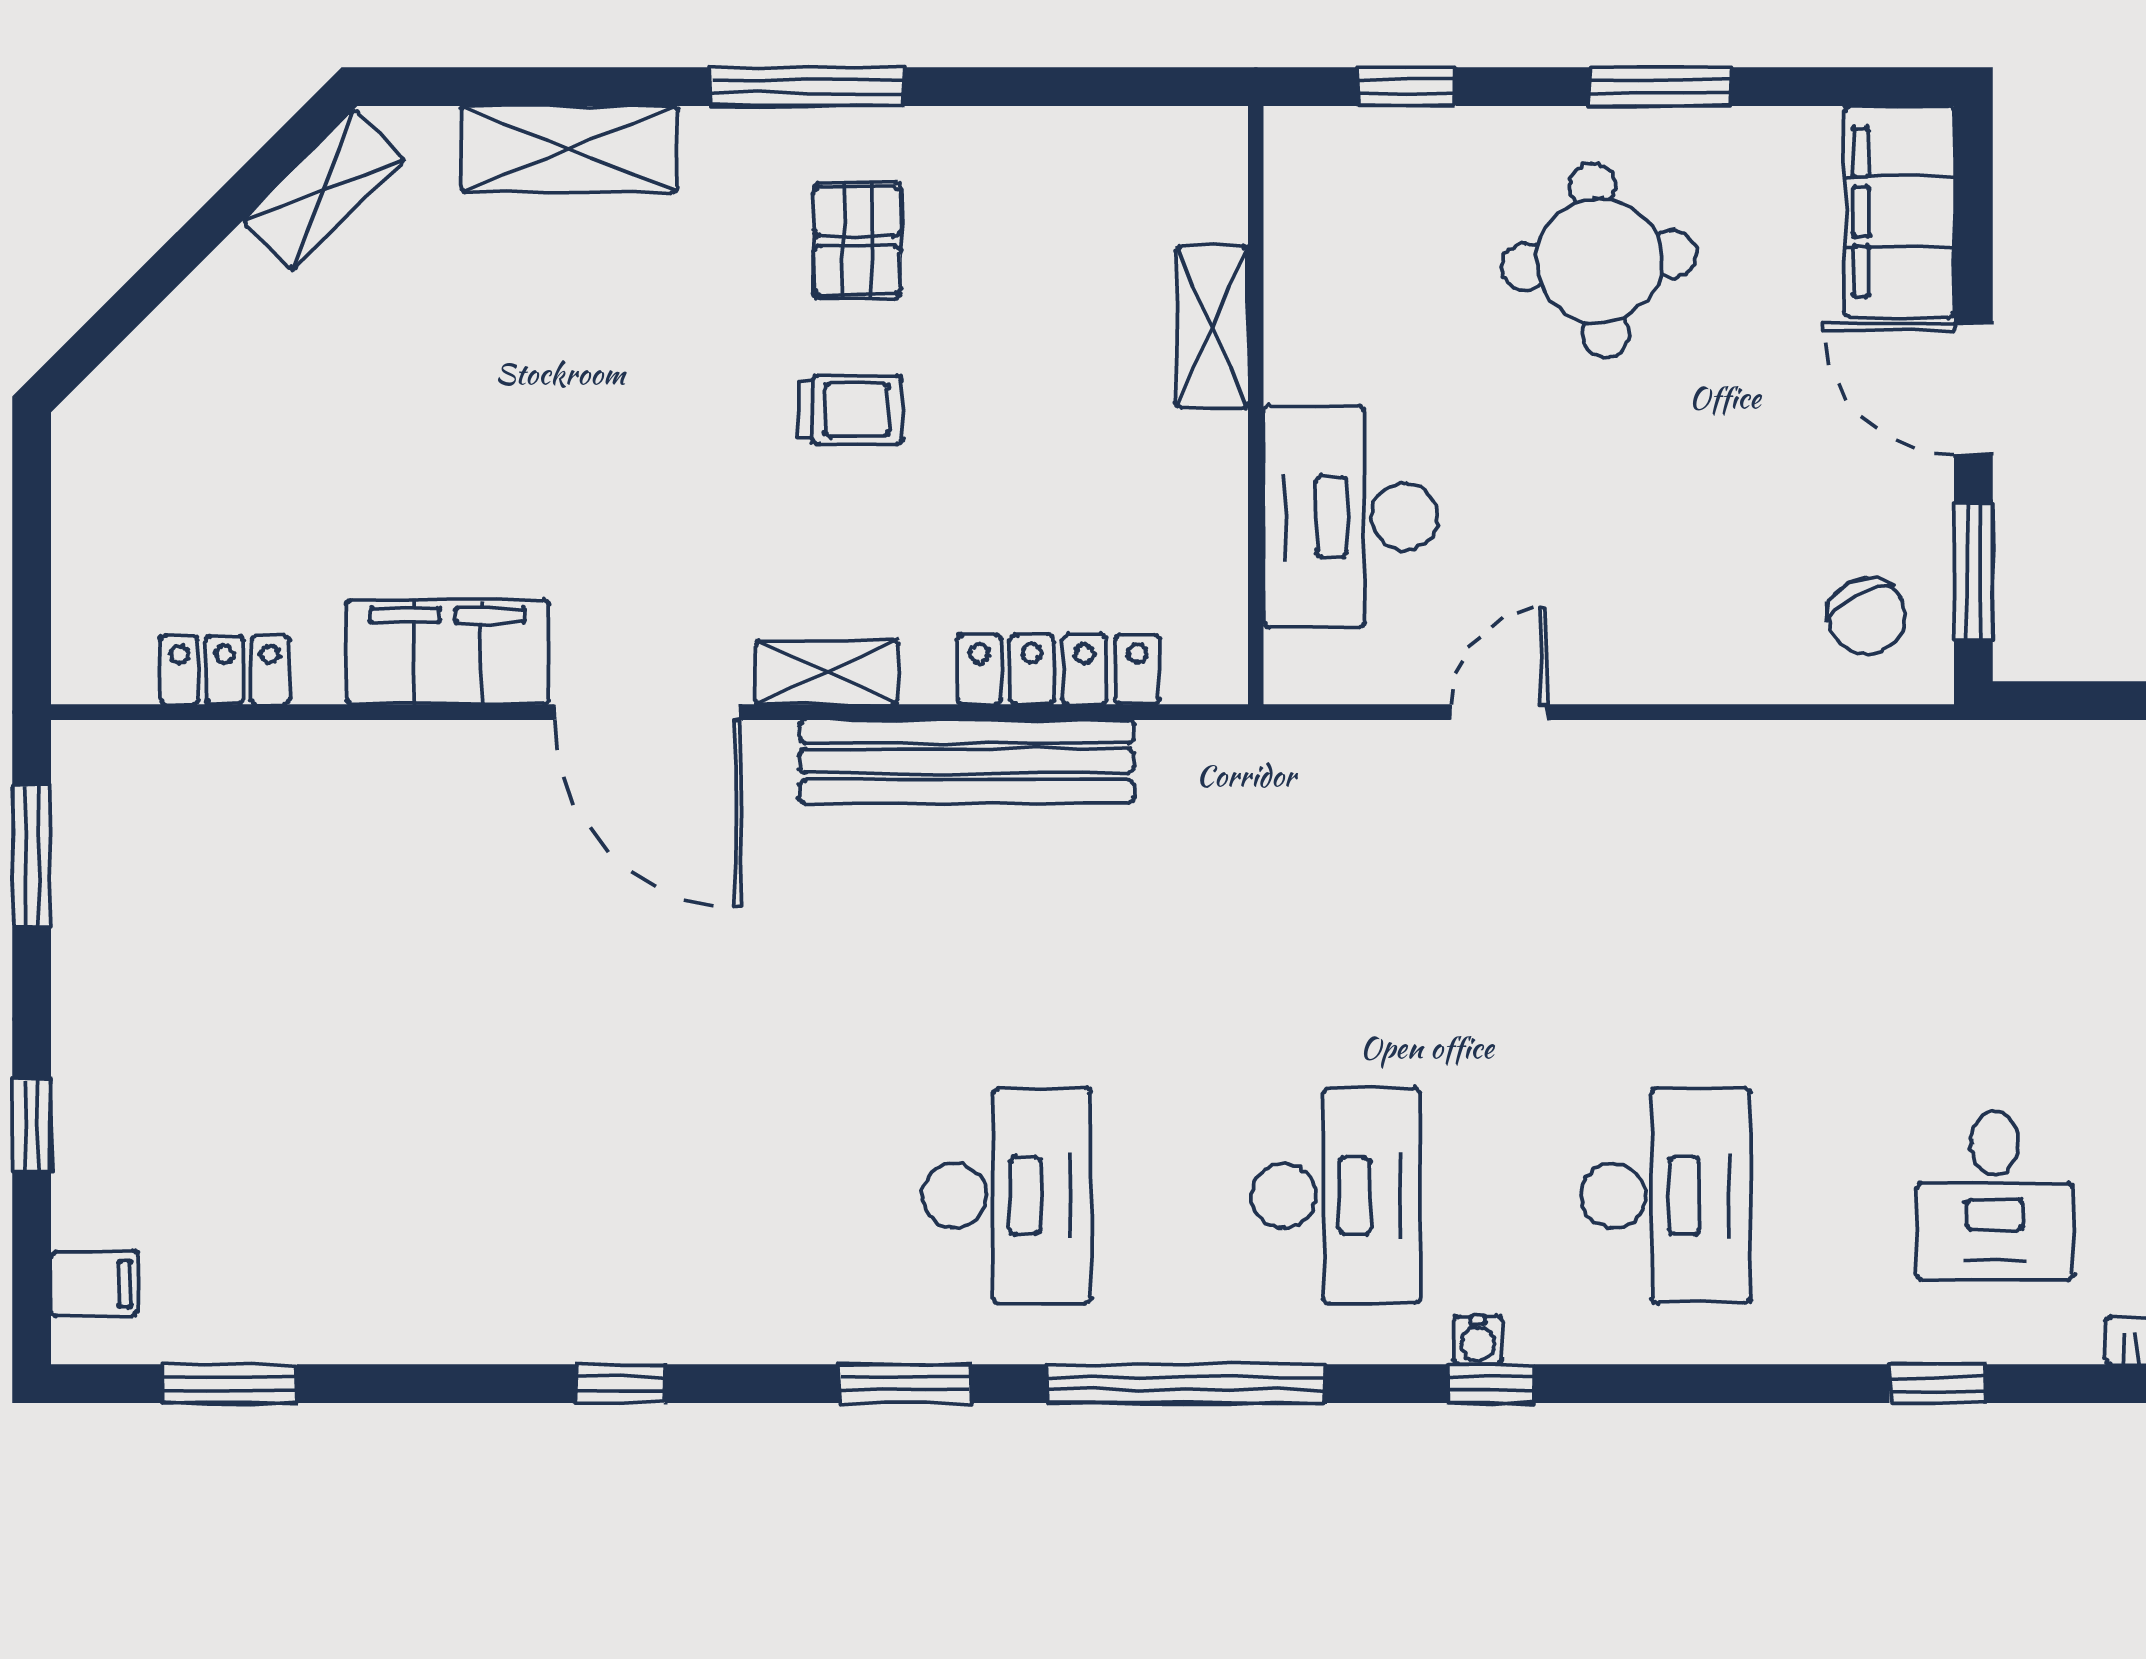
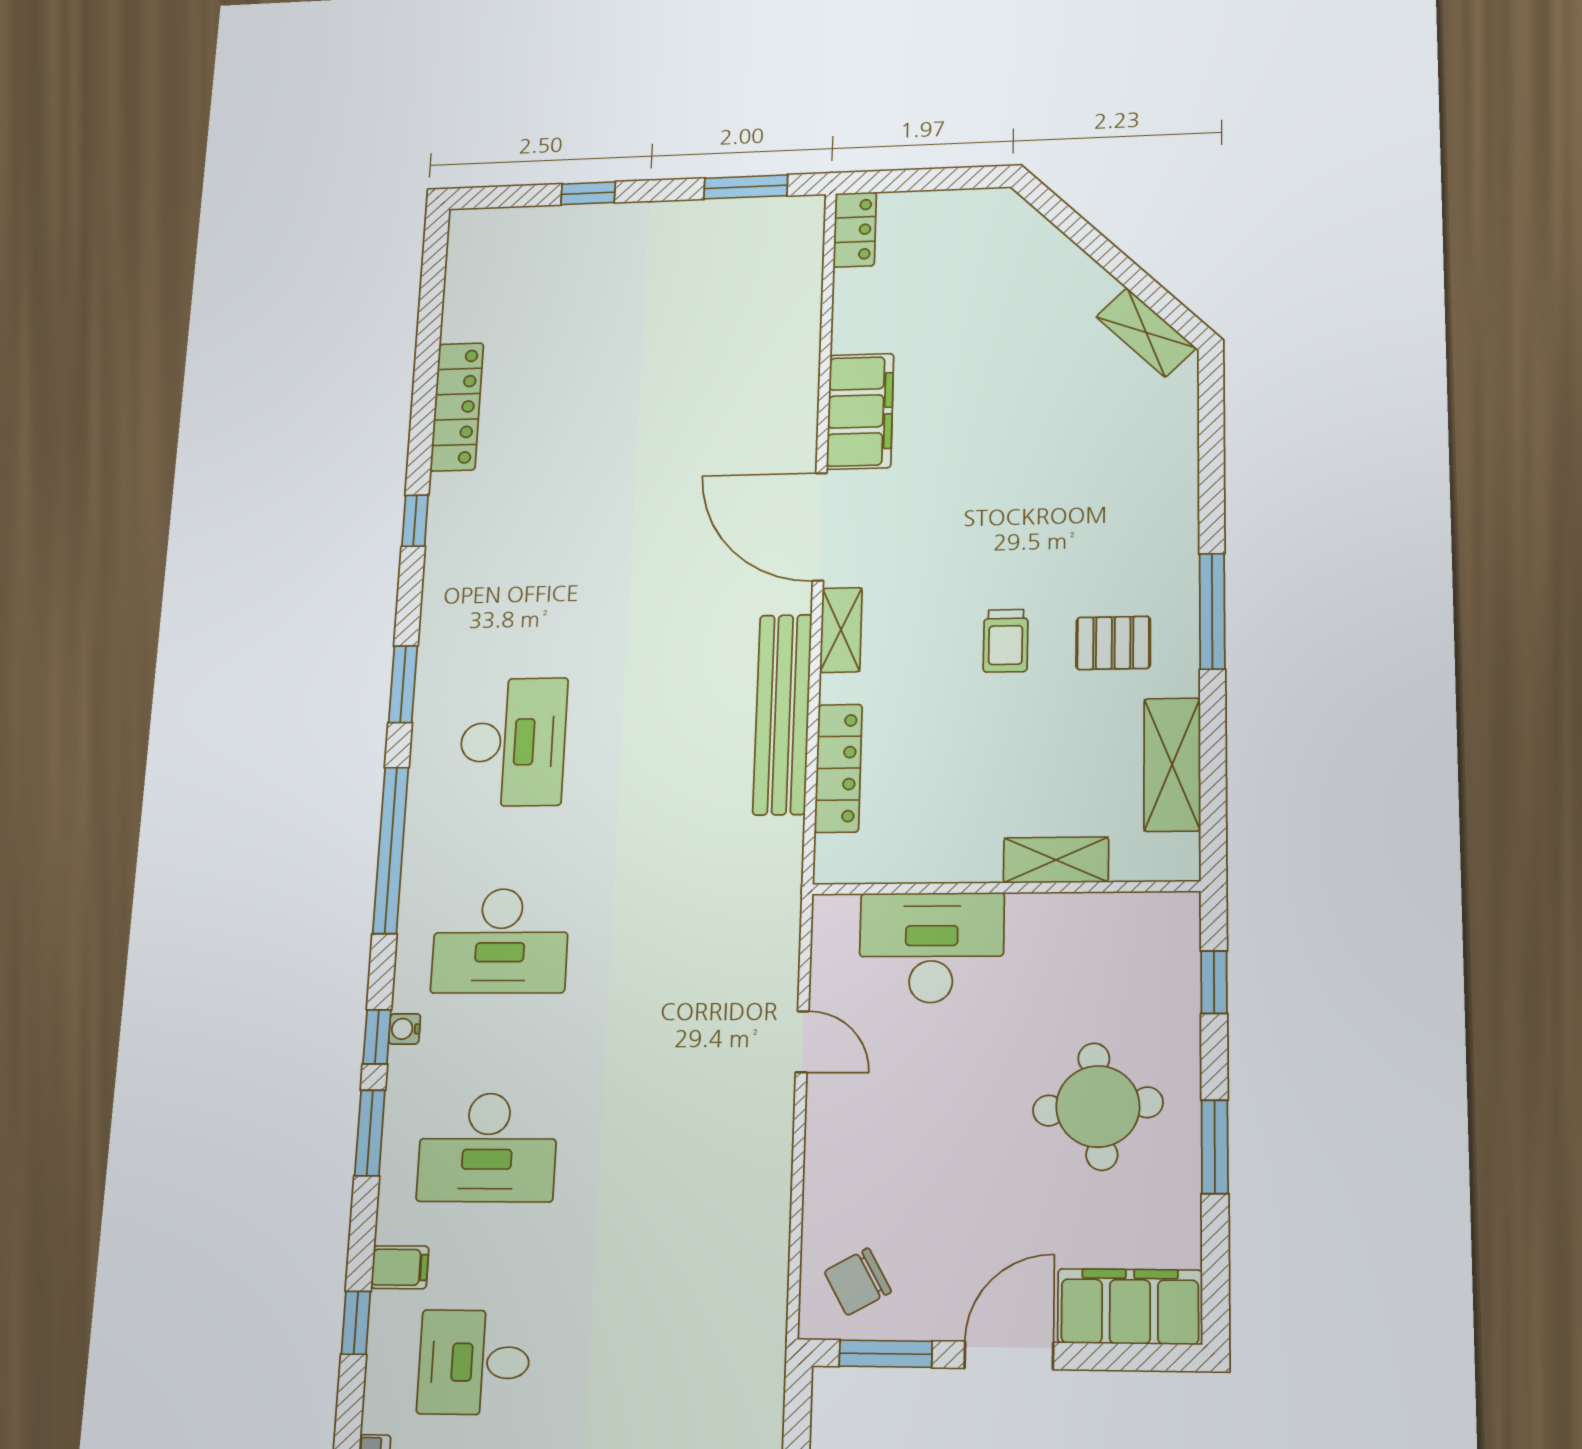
shelving: (569, 149) -> (1172, 765), moved
locker: (225, 670) -> (855, 230), moved
door: (648, 712) -> (820, 527), hinge flipped
desk: (1007, 1196) -> (513, 742), turned -90
filing cabinet: (94, 1284) -> (400, 1267), moved, turned -90
locker: (418, 1326) -> (457, 407), added
window: (229, 1384) -> (370, 1133), moved

